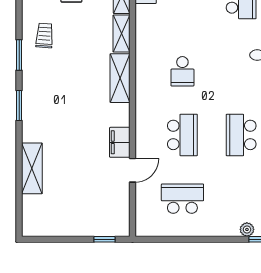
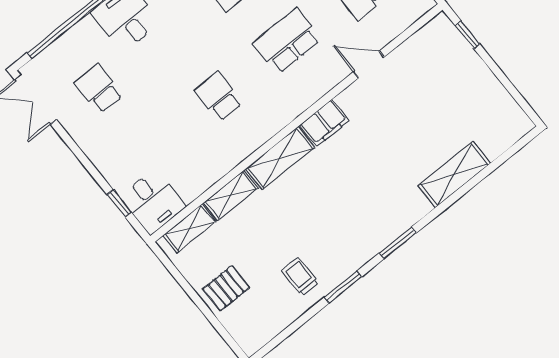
trolley: (45, 36) -> (300, 276), turned 86
school desk: (182, 71) -> (219, 97), turned -90
filing cabinet: (120, 142) -> (325, 123), moved

